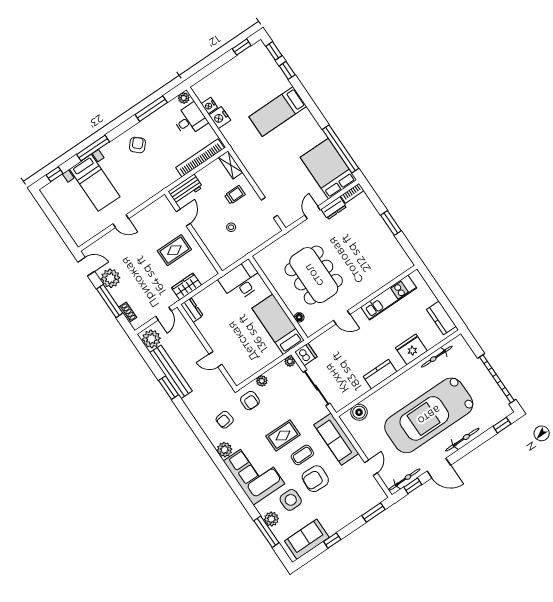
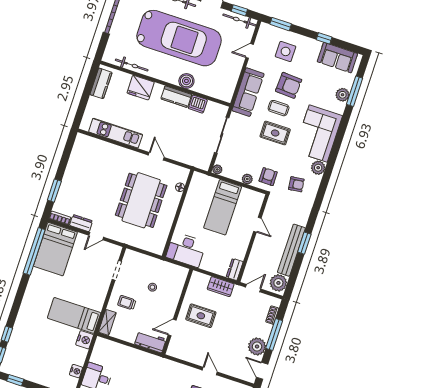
bed: (278, 111) -> (74, 315), moved, turned 180
nightstand: (220, 118) -> (85, 340), moved
bookcase: (200, 158) -> (119, 349), removed
window: (391, 223) -> (54, 191), moved
bed: (278, 324) -> (223, 207), moved
dishwasher: (306, 354) -> (198, 104), moved, turned -90
boiler: (359, 412) -> (186, 81), moved
side table: (291, 500) -> (286, 51), moved

